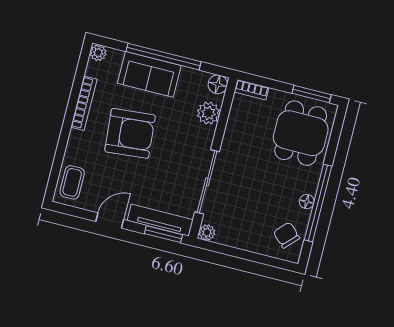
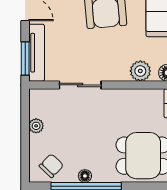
sliding door: (207, 182) -> (80, 85), width x0.73
plant: (207, 232) -> (36, 126), moved

